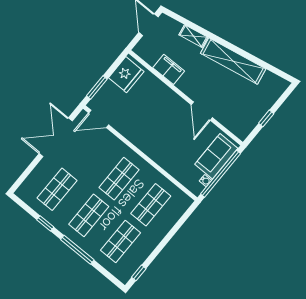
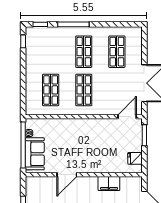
fridge: (126, 75) -> (135, 158), width x0.53, depth x0.75
door: (202, 111) -> (67, 175), swing flipped
window: (45, 223) -> (40, 24), moved
shop shelf: (120, 241) -> (51, 52), removed

